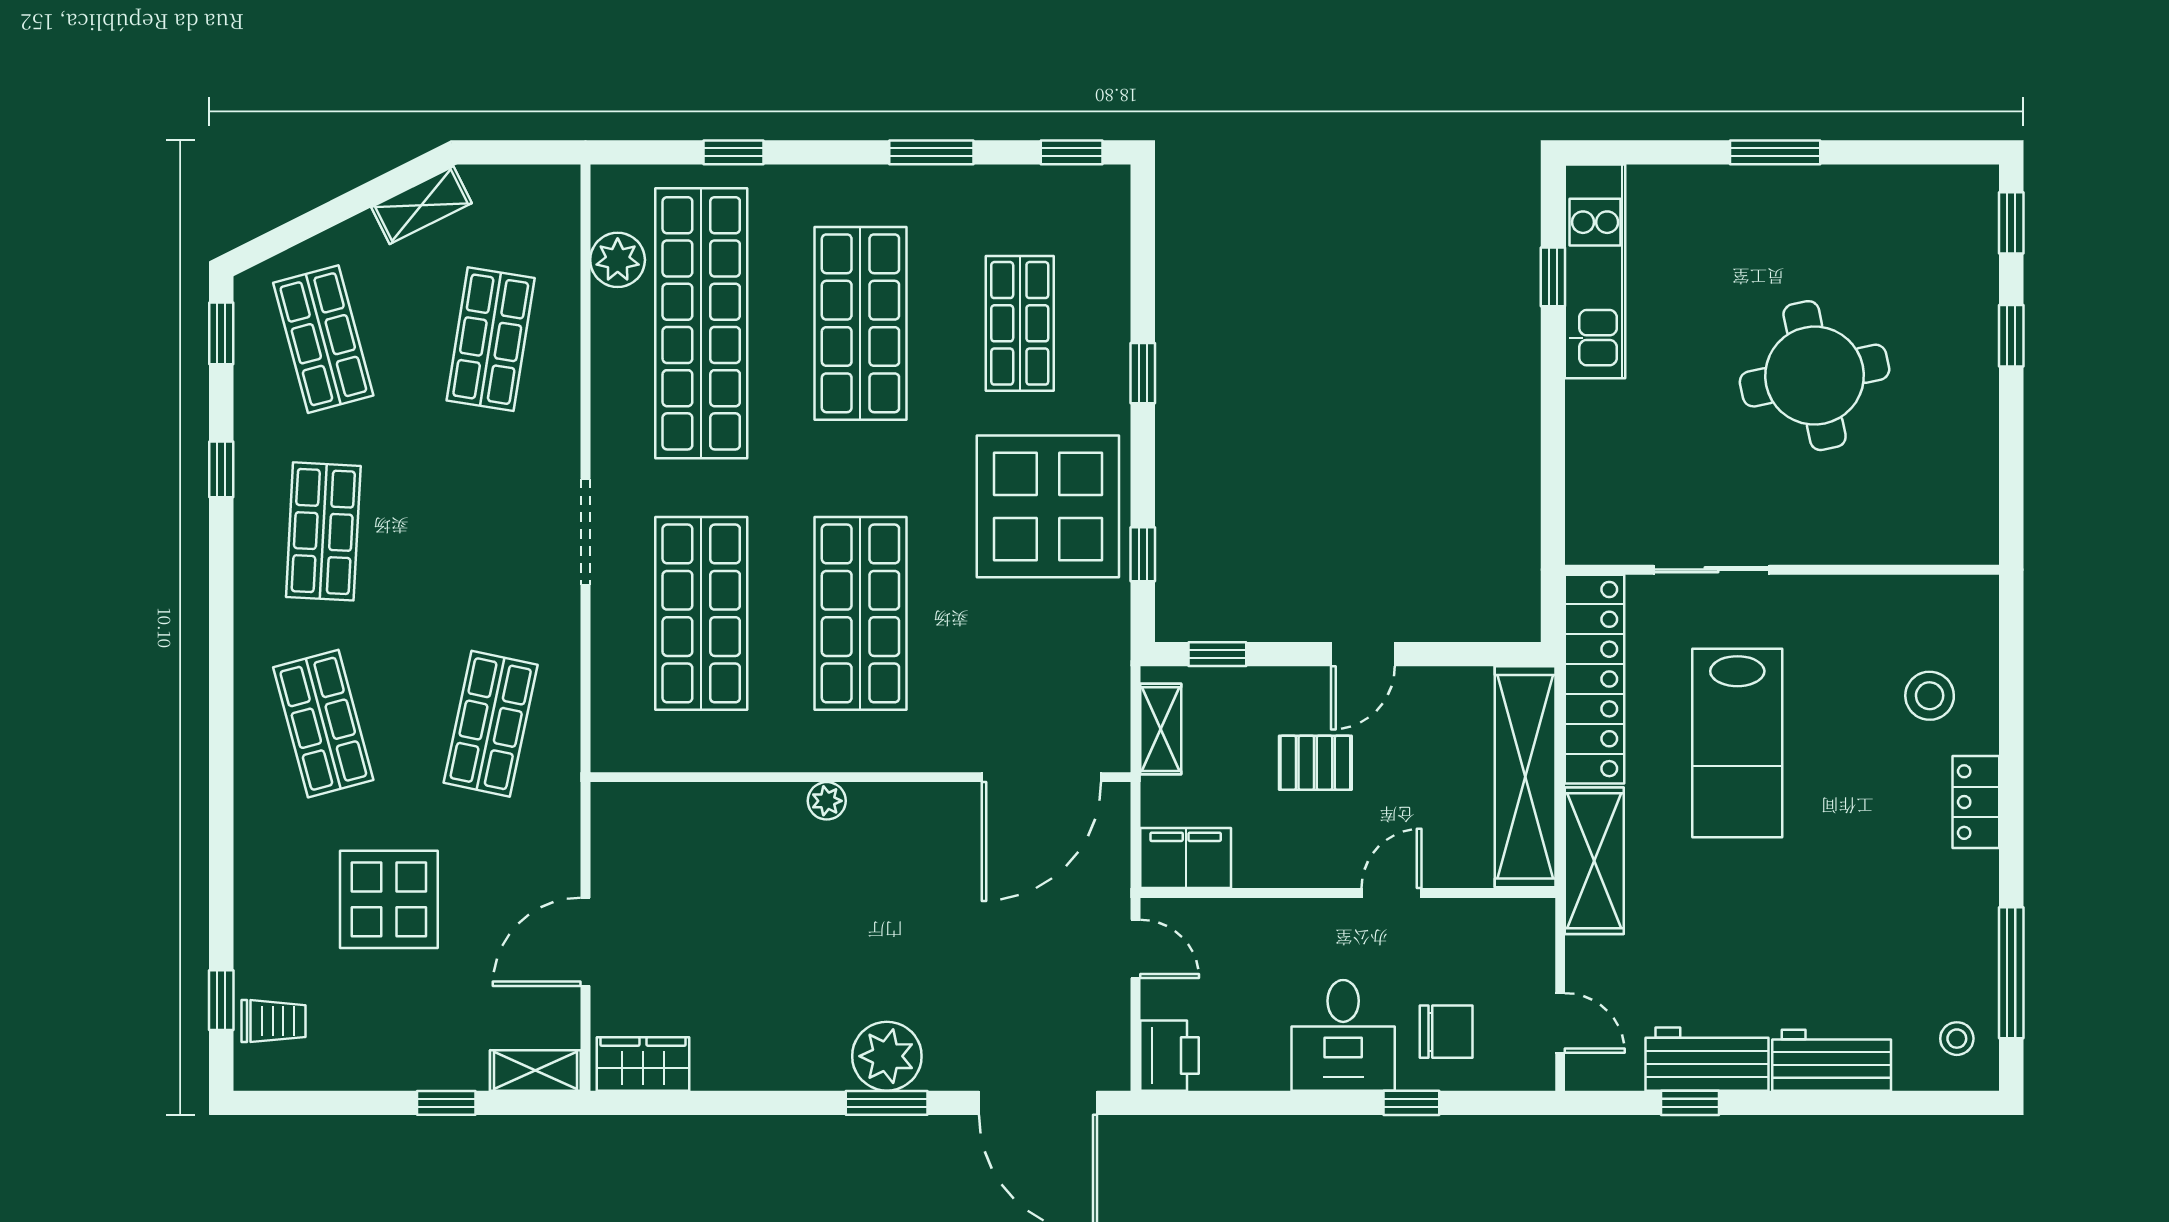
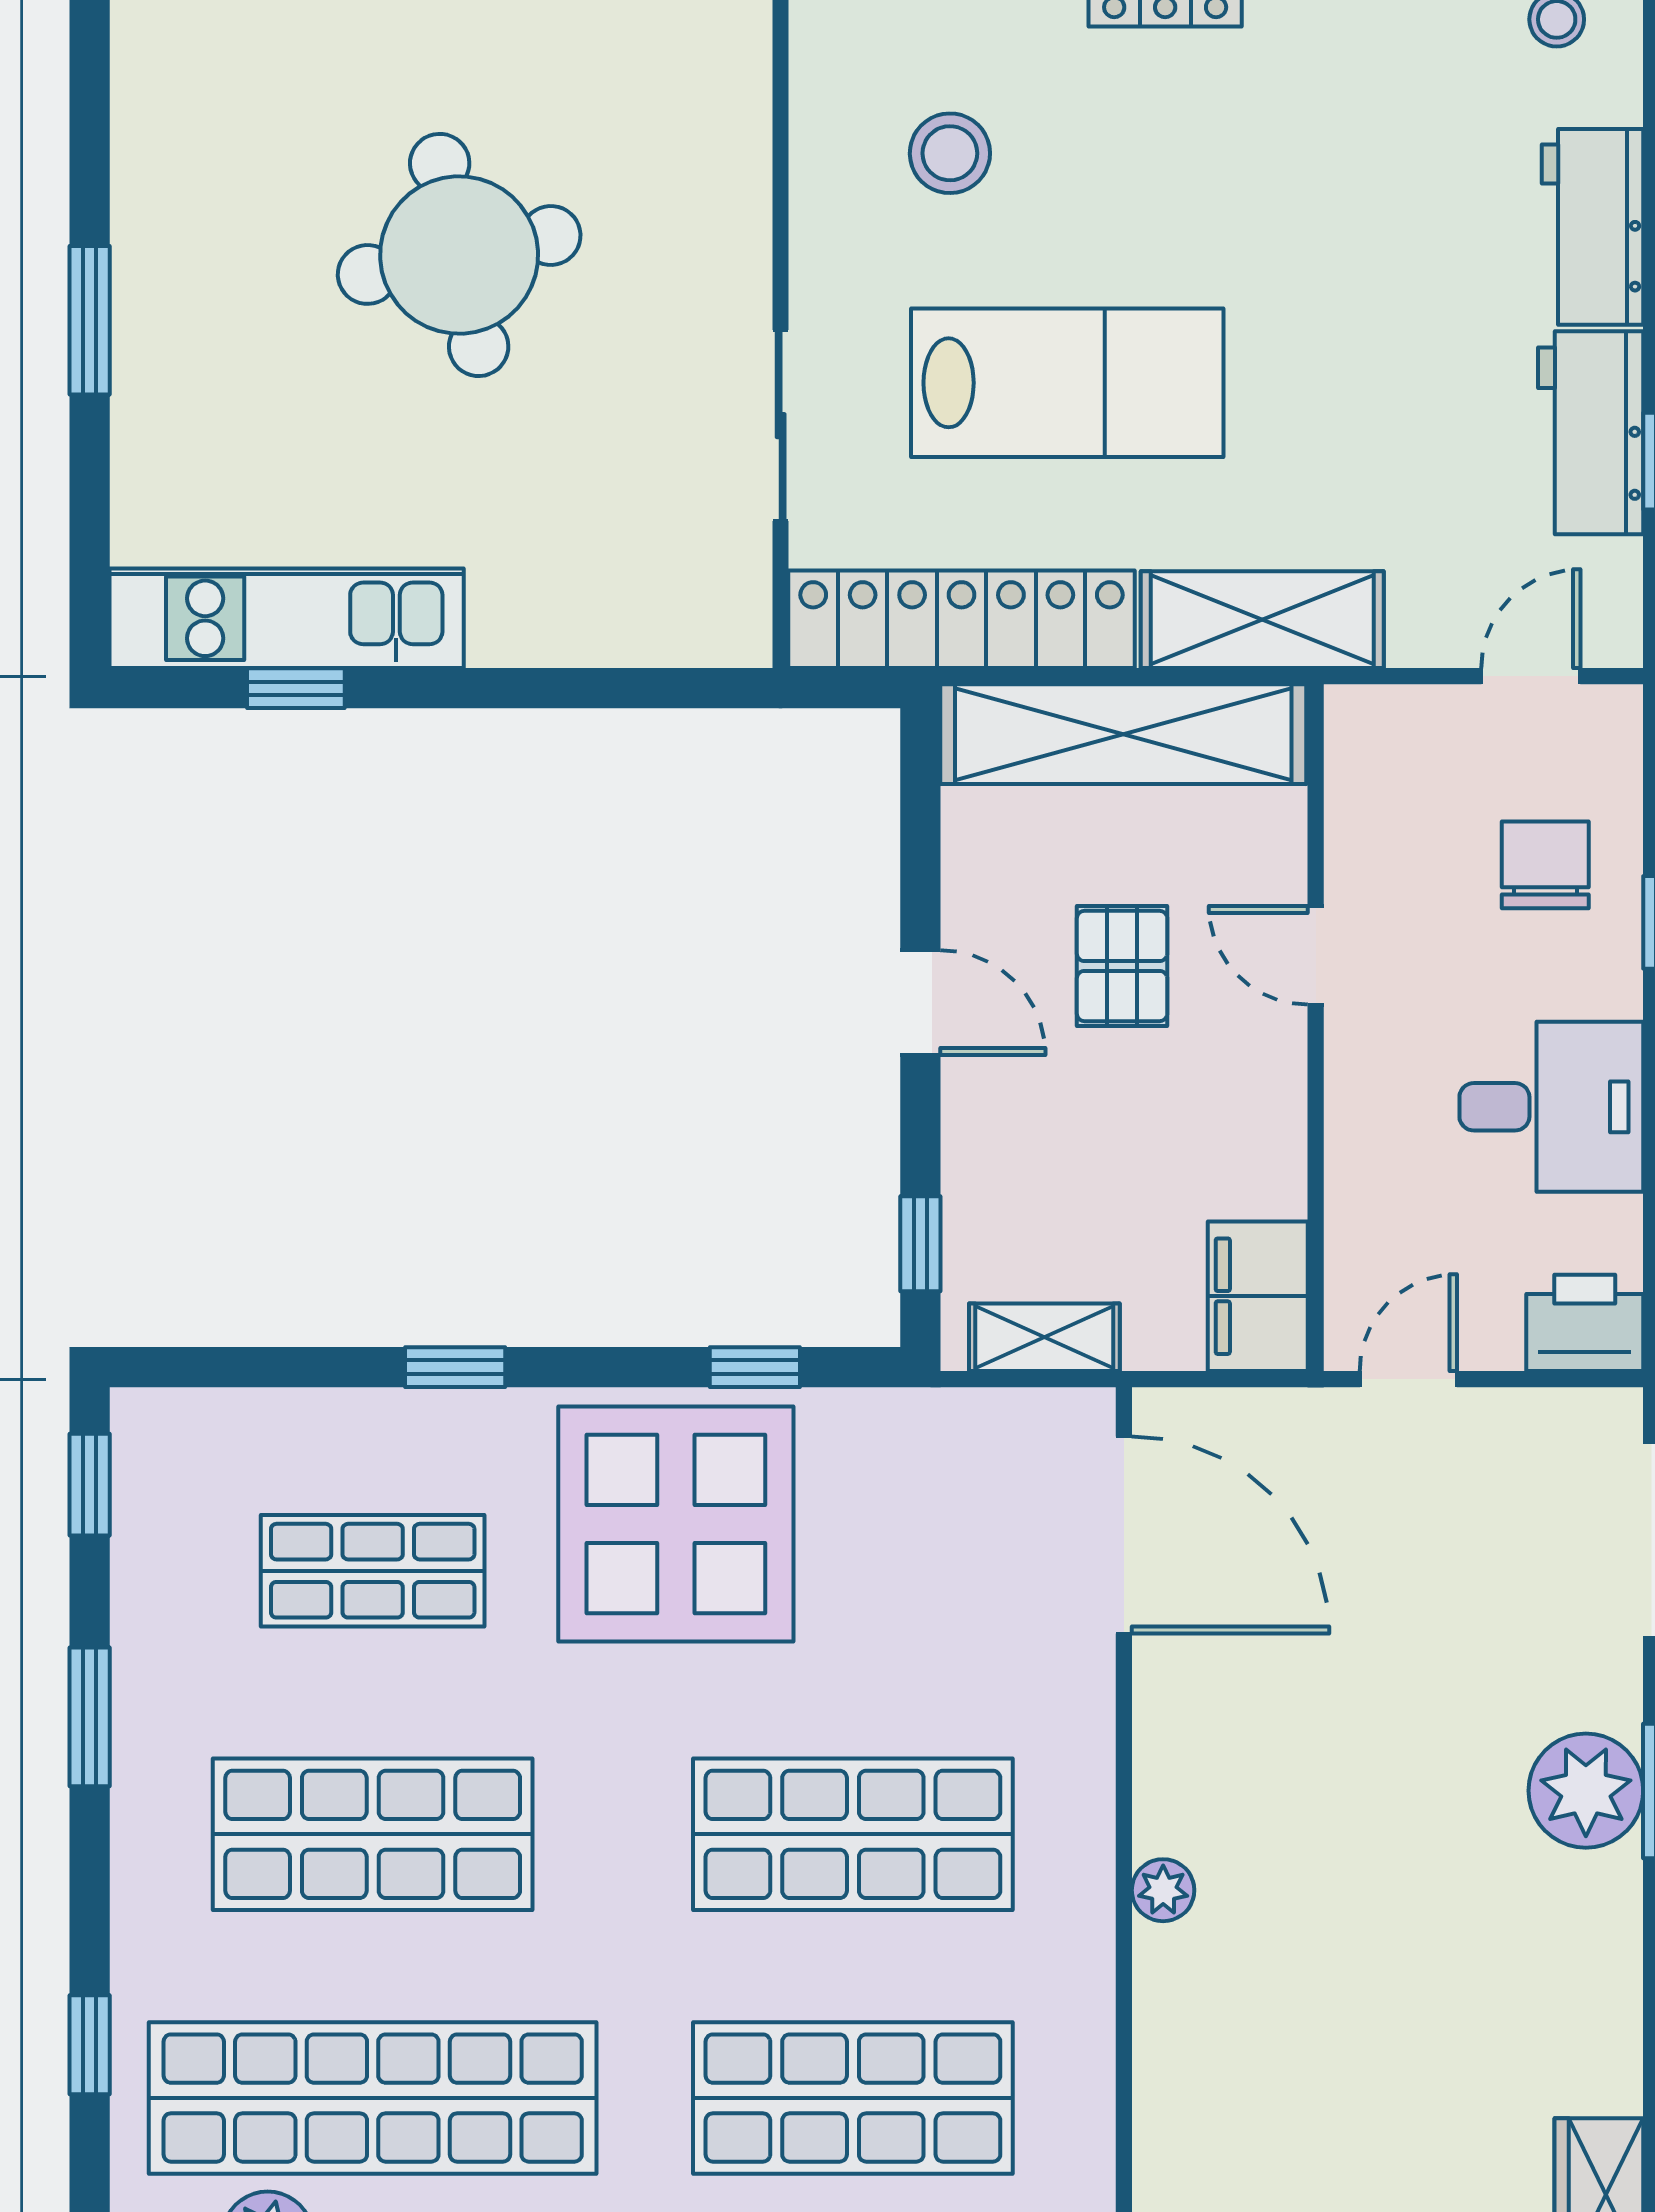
stool: (1930, 696) -> (950, 153), moved
pallet: (1315, 763) -> (1122, 966), moved
desk: (1343, 1035) -> (1551, 1107), moved

